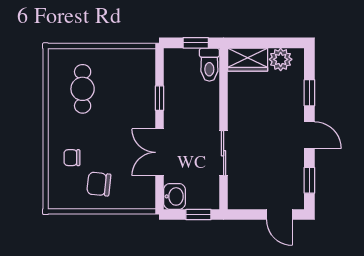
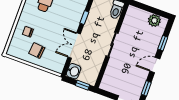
wardrobe: (248, 60) -> (137, 14), removed
door: (309, 135) -> (155, 65), swing flipped
sliding door: (224, 153) -> (112, 45), moved

